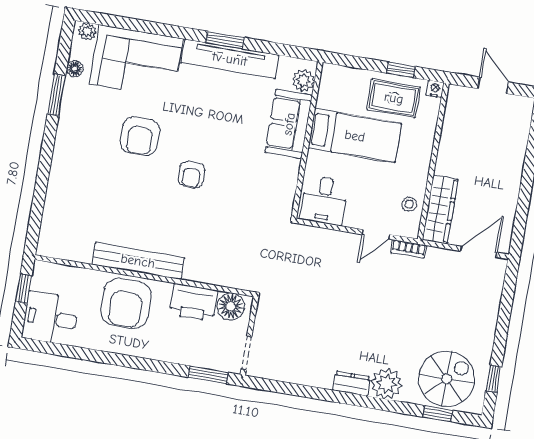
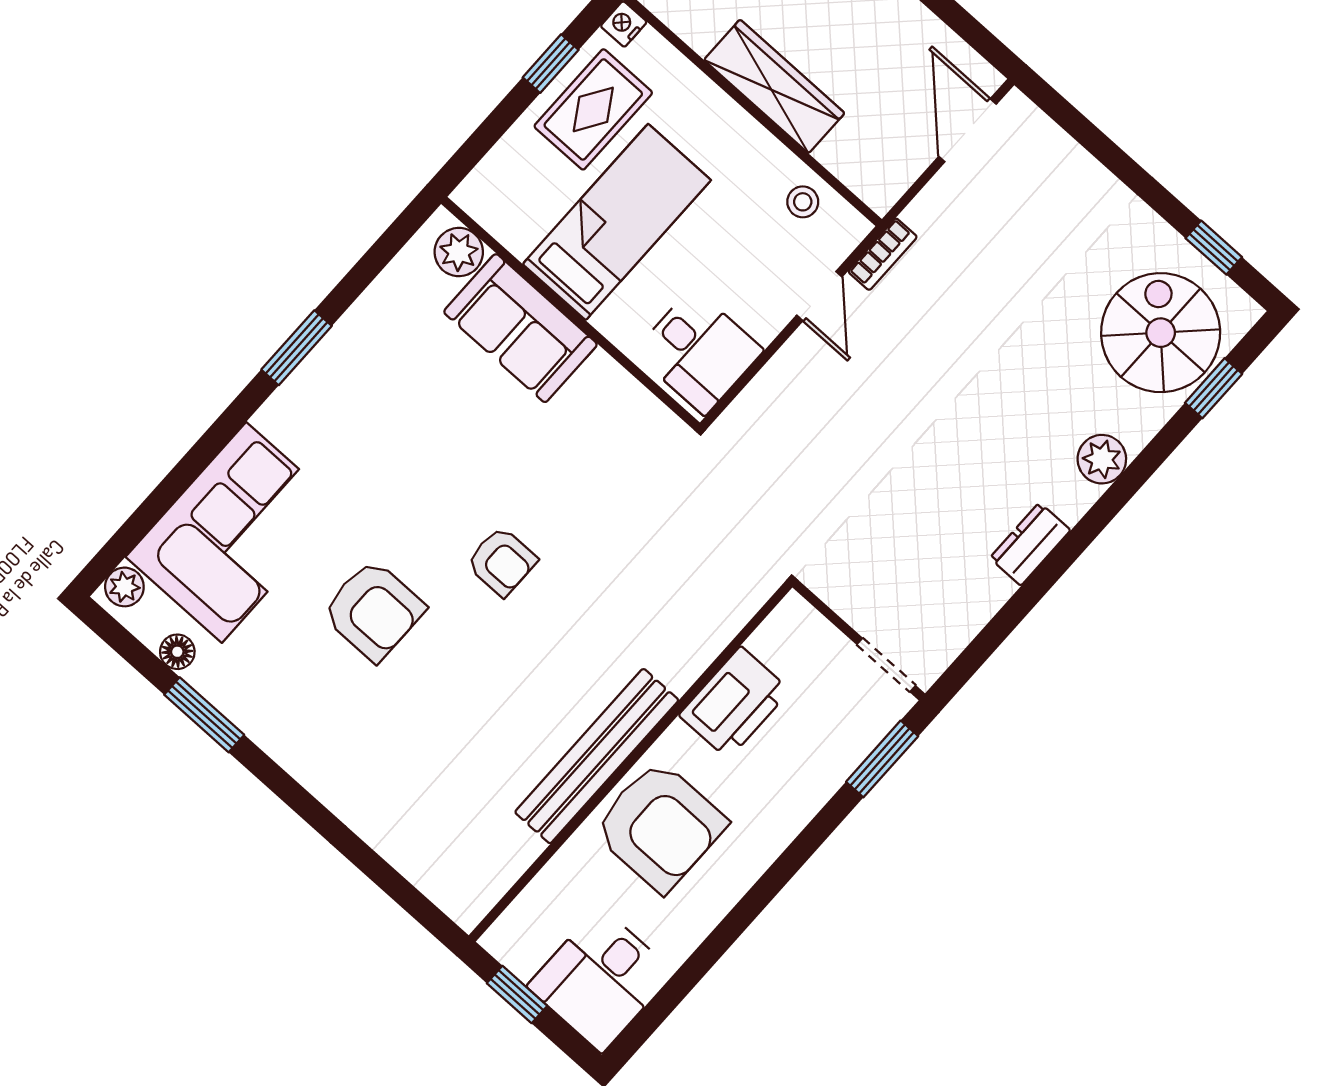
tv unit: (230, 59) -> (336, 361), removed
wardrobe: (440, 210) -> (774, 86), moved
floor lamp: (231, 306) -> (784, 640), removed
dresser: (351, 383) -> (1030, 544), moved
plant: (387, 384) -> (1102, 459), width x0.73, depth x0.73

